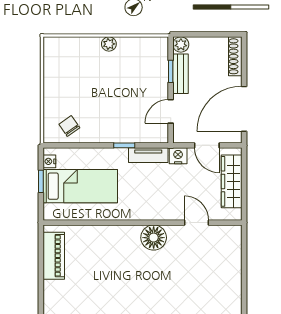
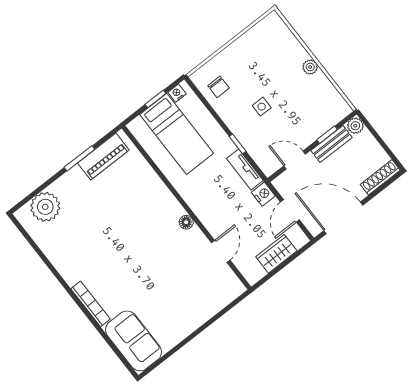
side table: (110, 105) -> (262, 107), added
chair: (69, 126) -> (219, 87), turned 125
wardrobe: (232, 181) -> (276, 254), width x0.67
floor lamp: (154, 238) -> (186, 222), width x0.53, depth x0.53
window: (41, 275) -> (79, 158), added

